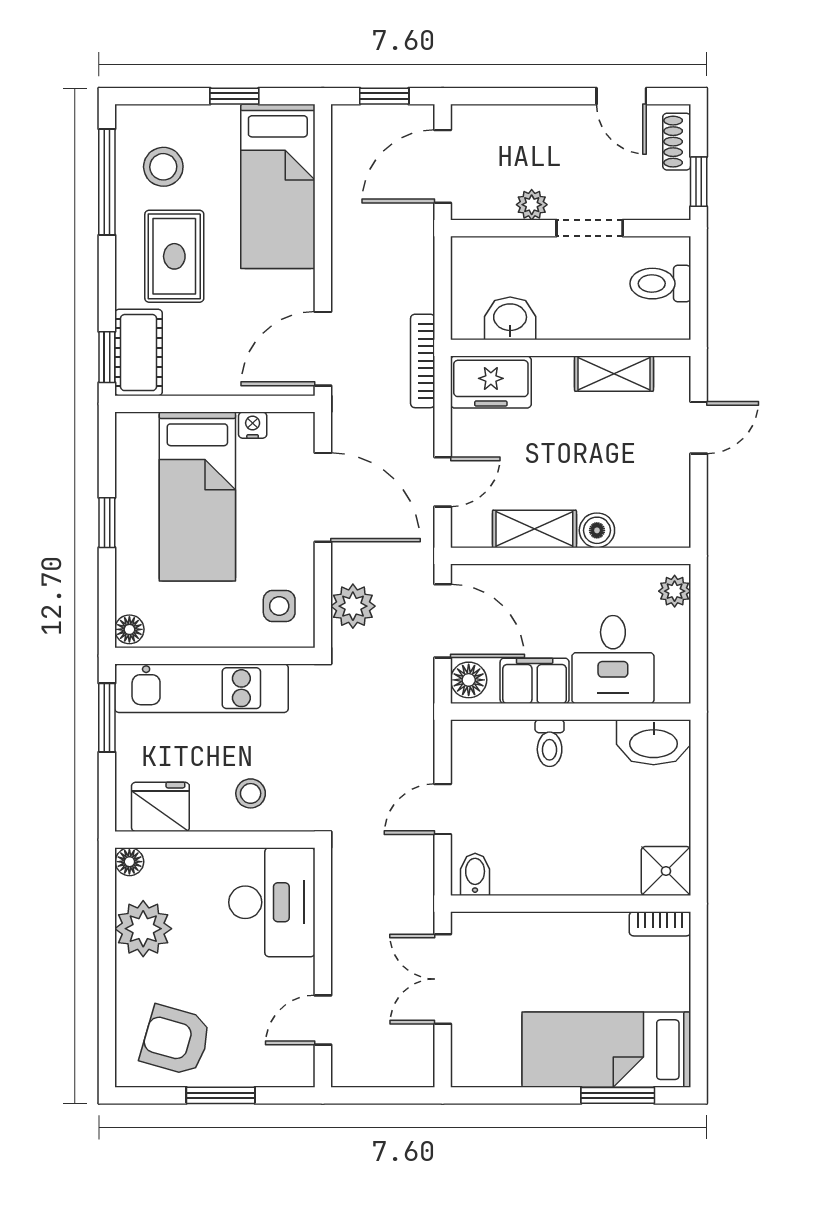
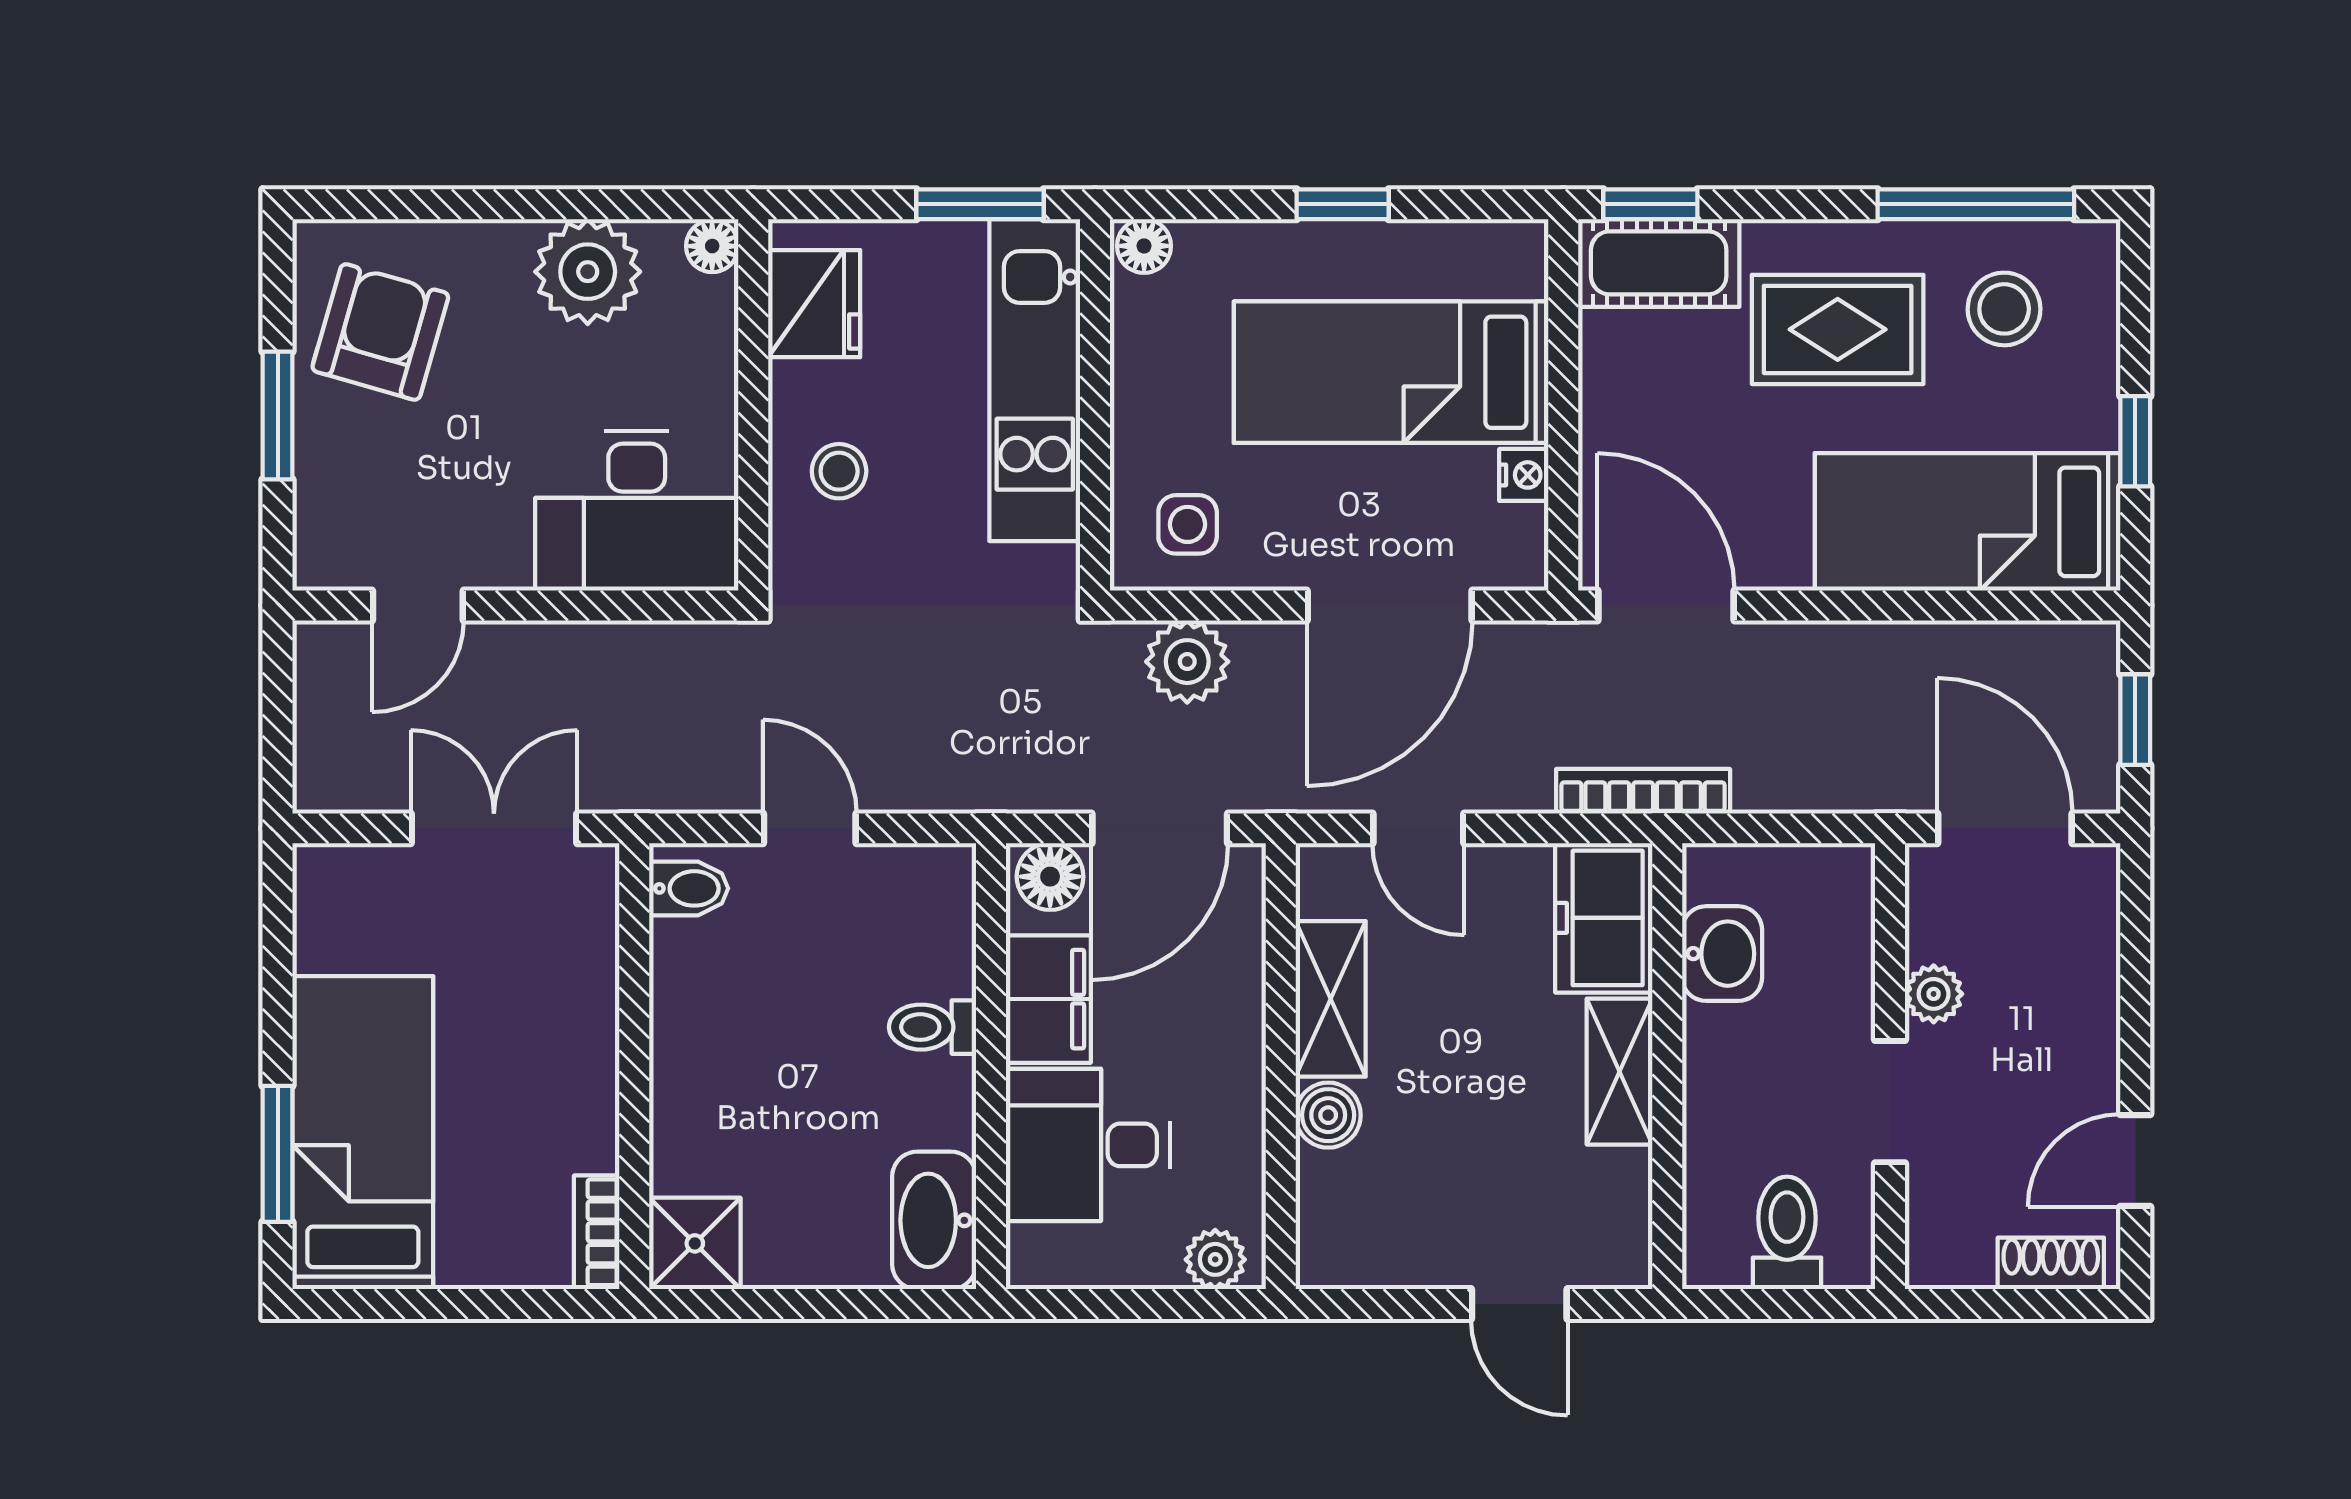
window: (699, 182) -> (1977, 1304), removed
shelving: (614, 374) -> (1619, 1072), moved
door: (323, 1020) -> (418, 605), swing flipped

